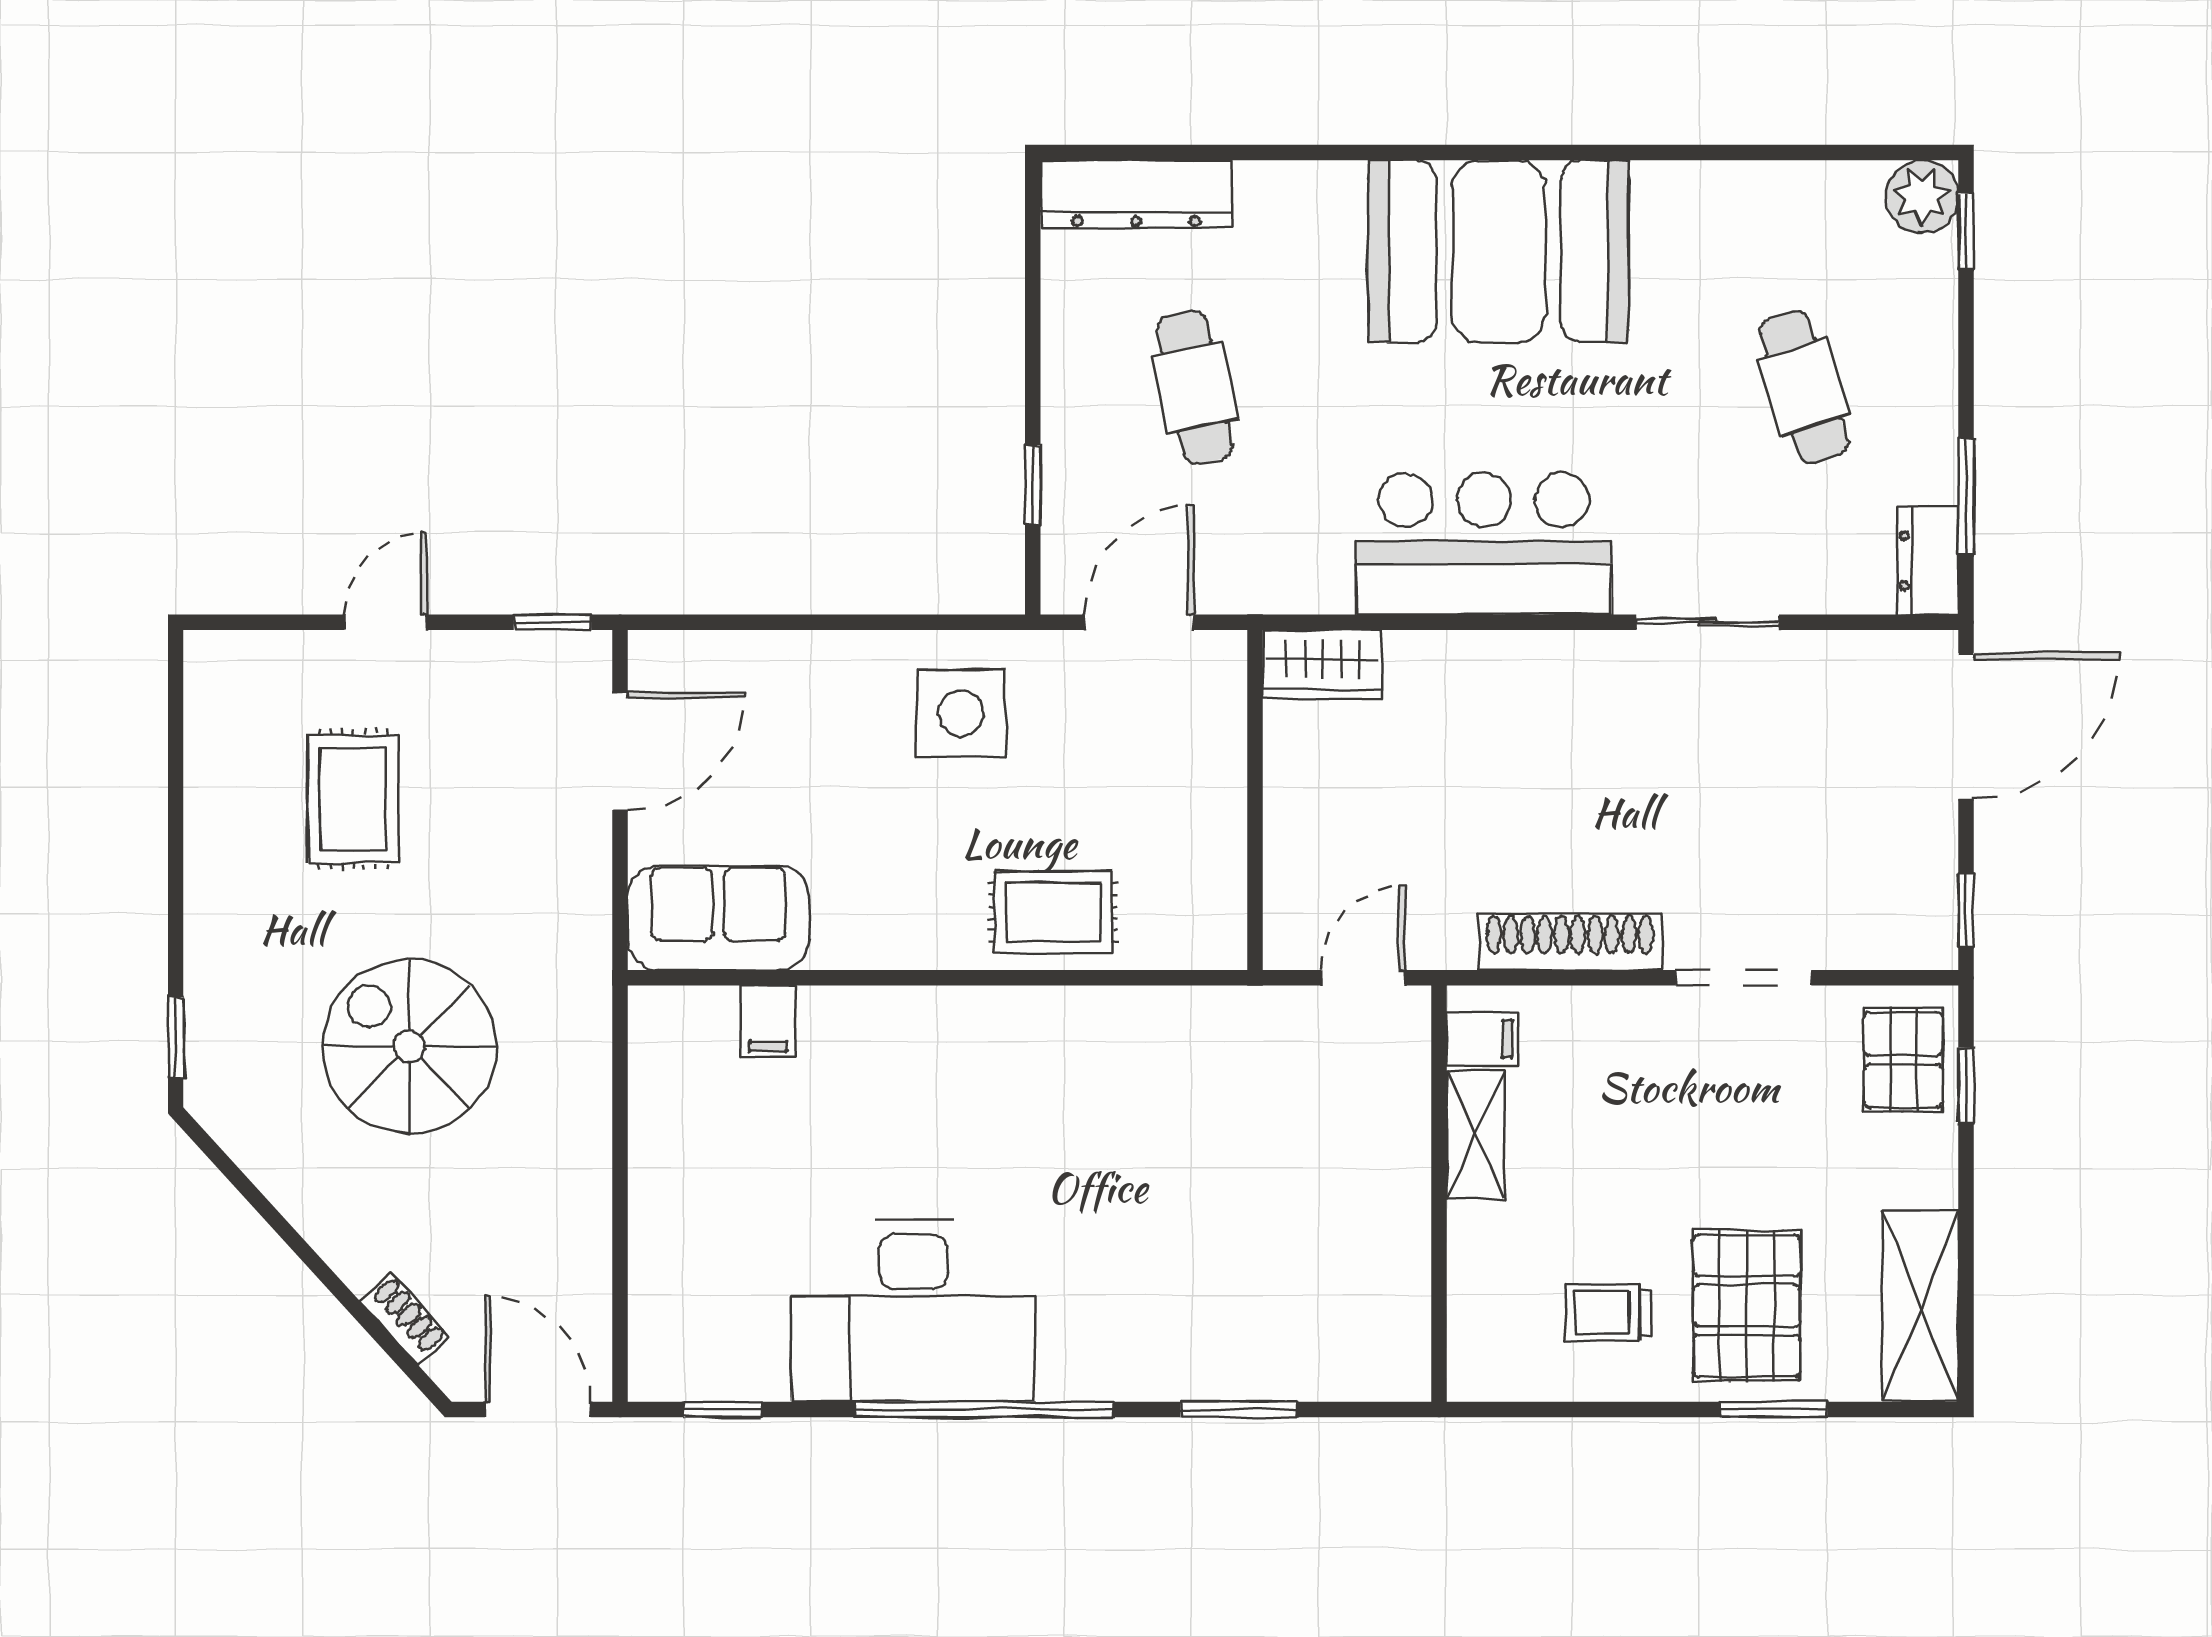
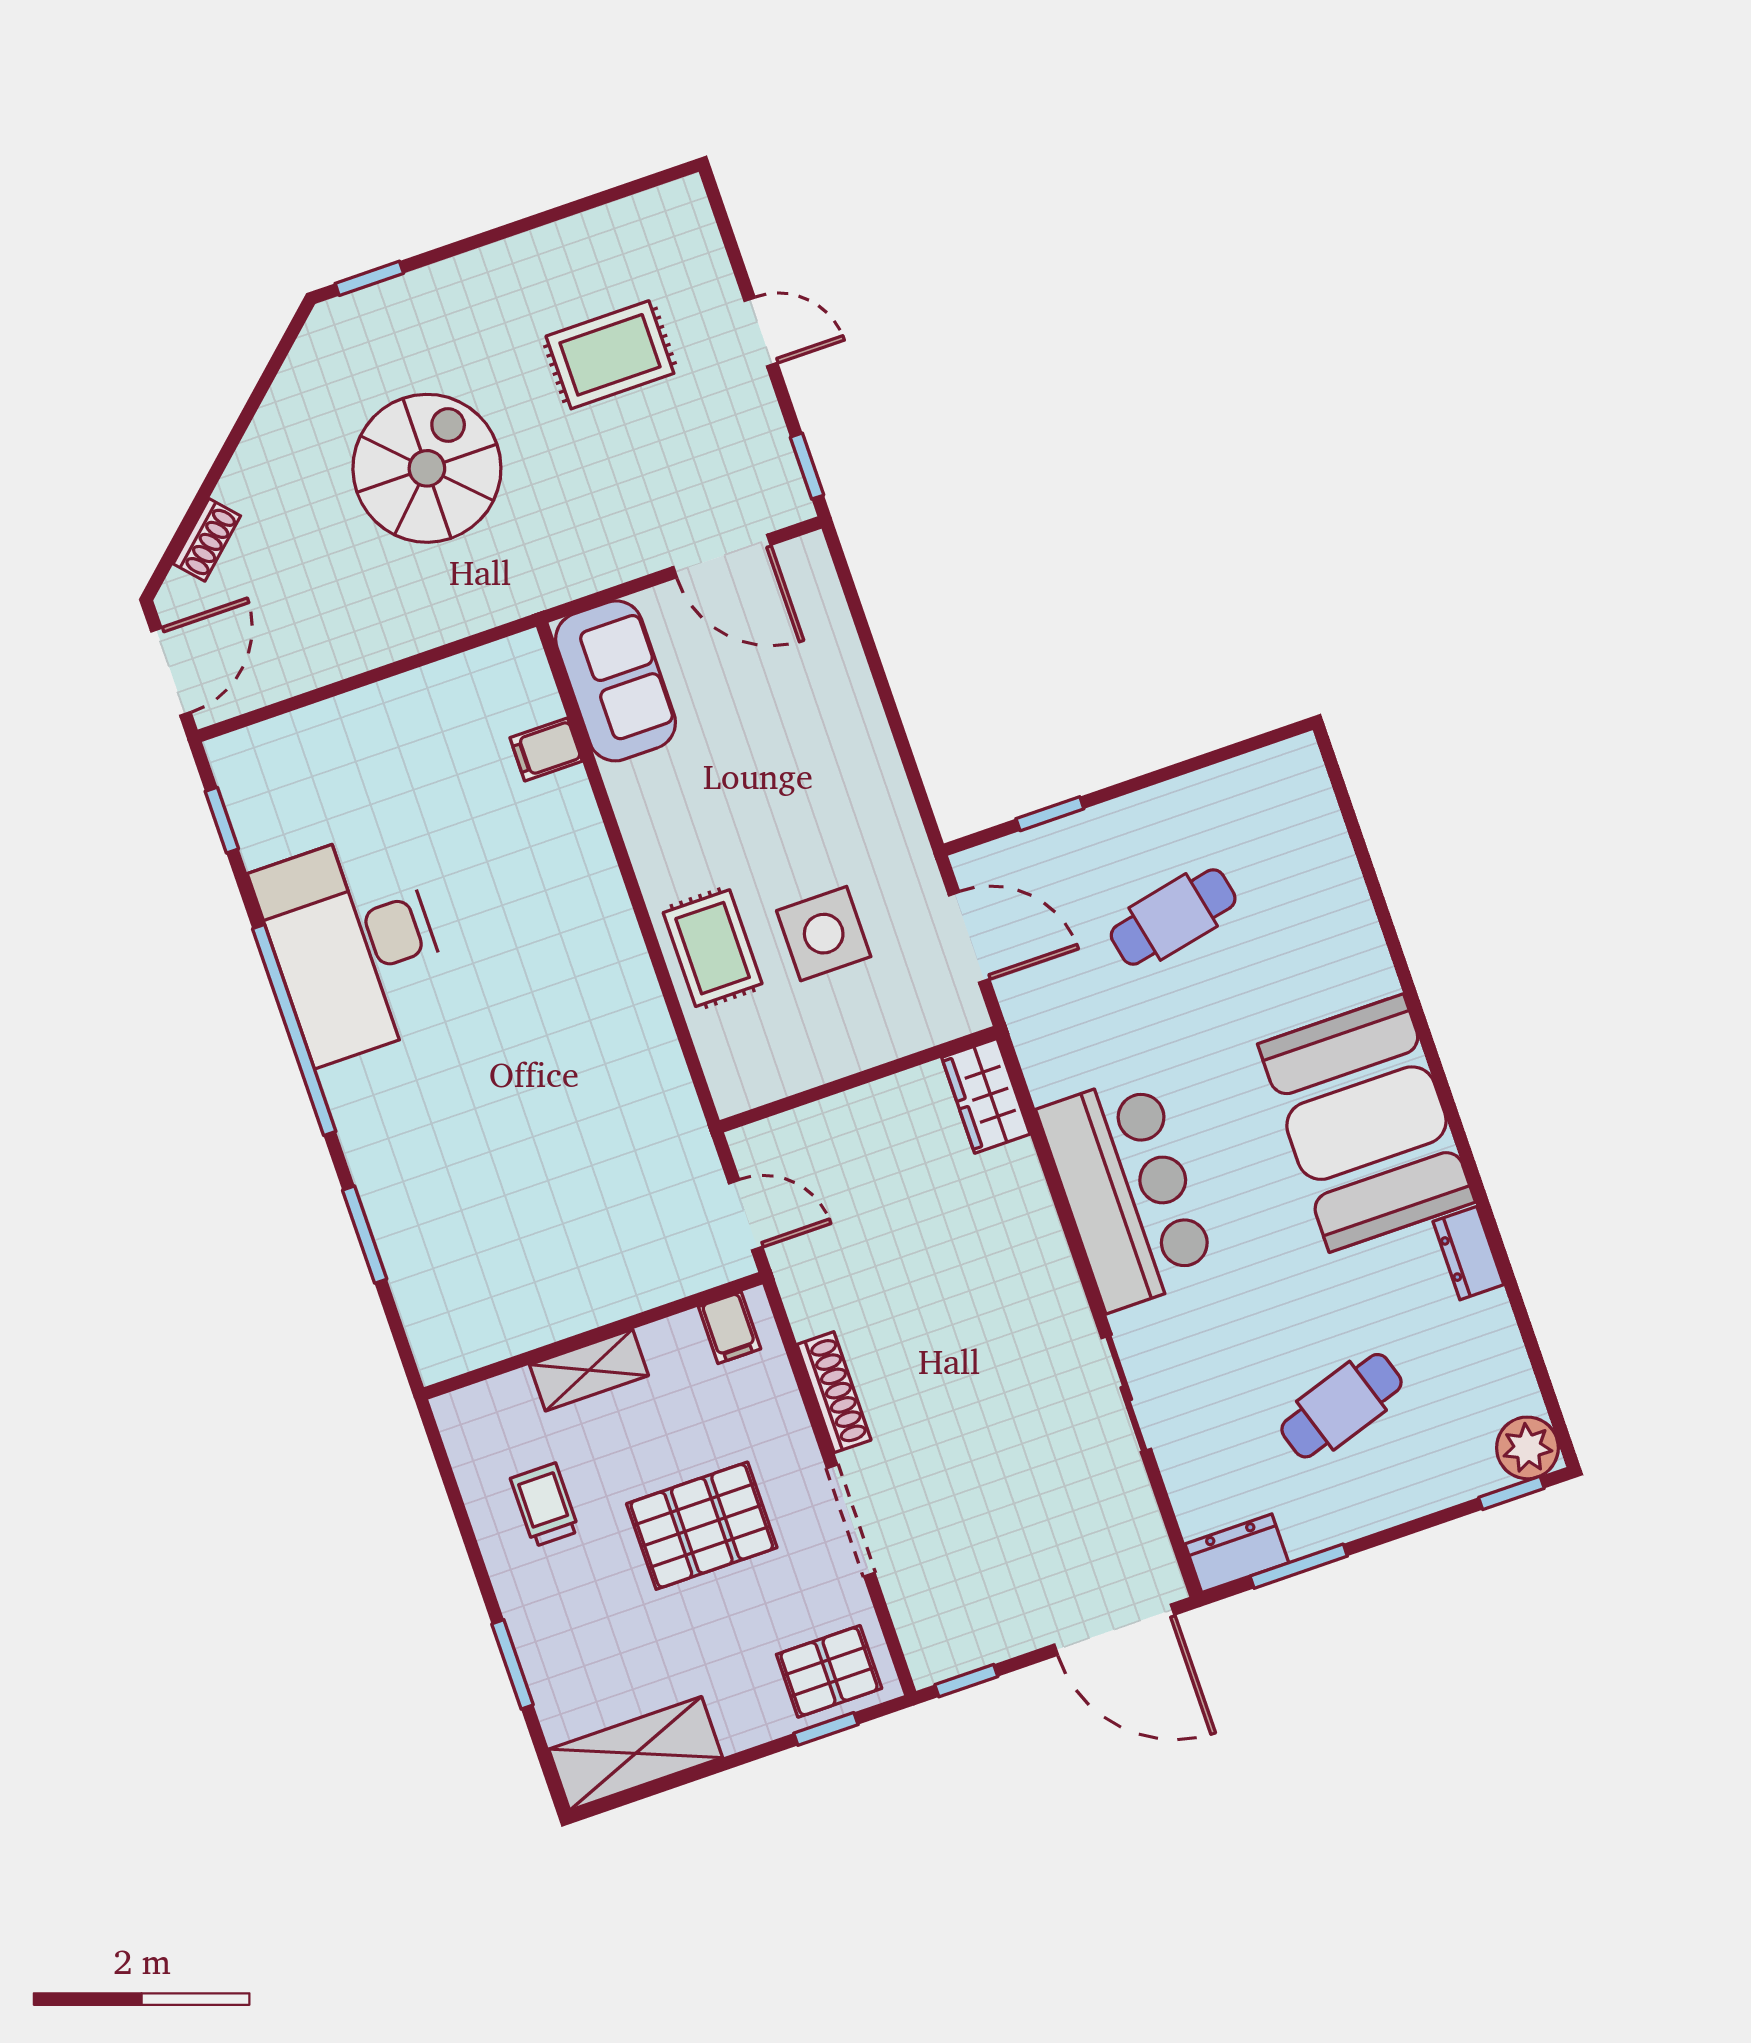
dresser: (1136, 194) -> (1468, 1253), moved, width x0.51, depth x0.80
side table: (961, 713) -> (824, 934), moved
shoe rack: (1570, 942) -> (834, 1392), width x0.74, depth x0.81
shelving: (1476, 1135) -> (589, 1370), moved
pallet: (1747, 1306) -> (702, 1526), moved

